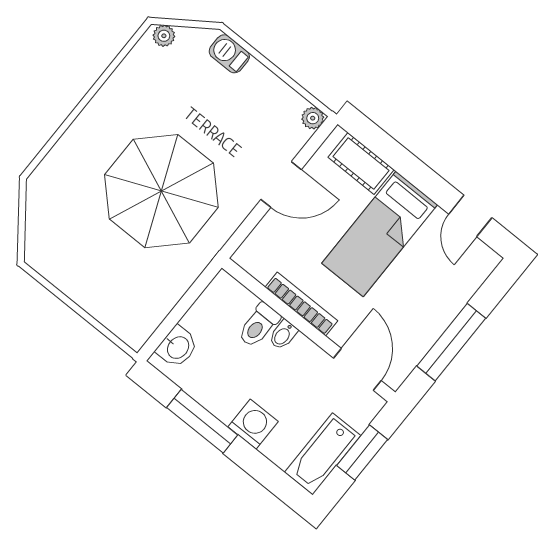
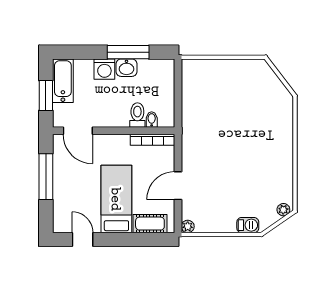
parasol: (161, 191) -> (229, 140), removed
bookcase: (301, 304) -> (152, 140), moved
bidet: (283, 335) -> (152, 120), moved
washbasin: (177, 347) -> (126, 68), moved, turned -90

